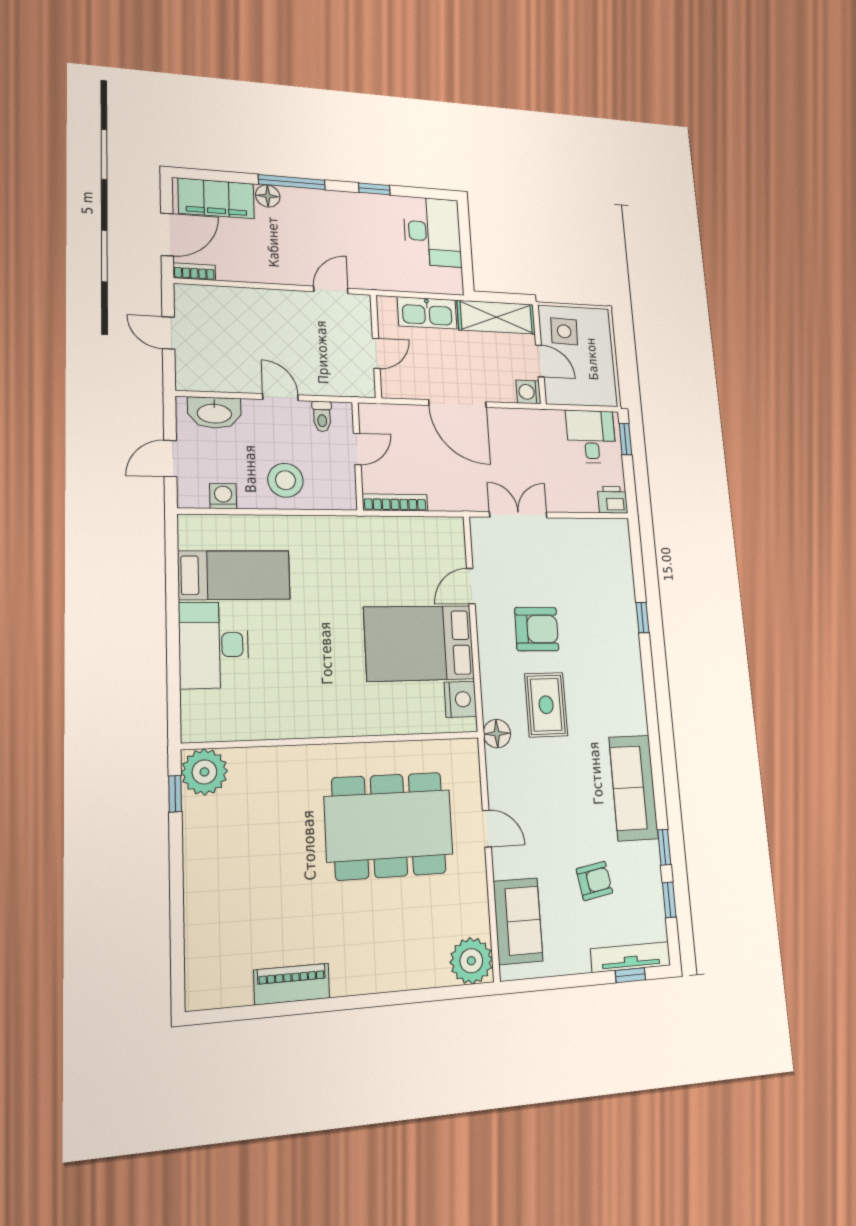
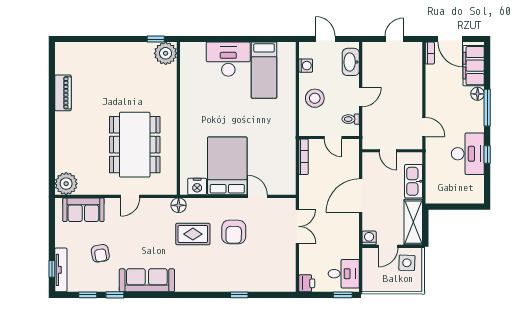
desk: (432, 232) -> (468, 154), moved, turned -90

